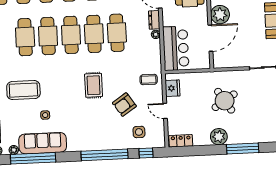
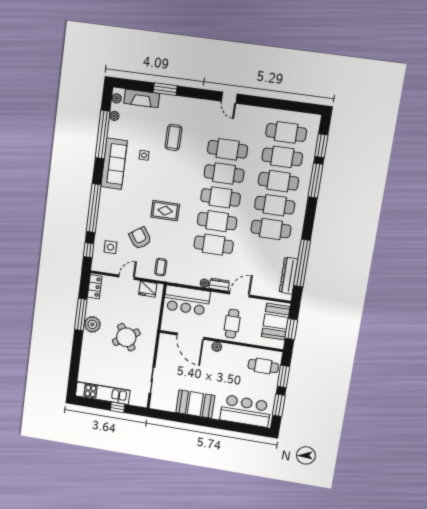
plant: (220, 15) -> (217, 347), width x0.53, depth x0.53
coffee table: (23, 90) -> (173, 137), width x0.73, depth x0.76
sofa: (43, 143) -> (114, 164), moved
window: (243, 148) -> (81, 314), moved

